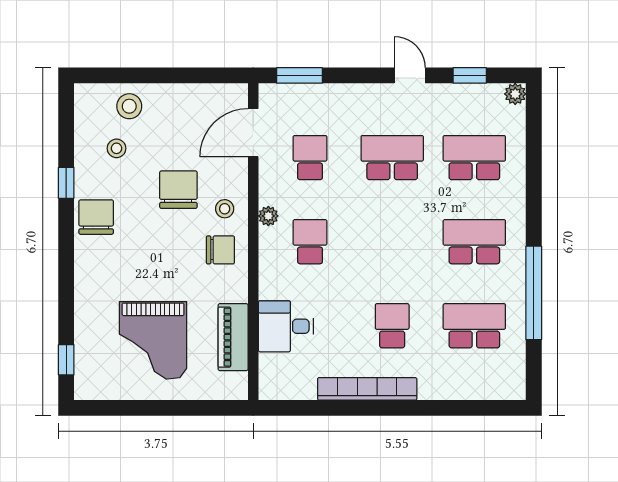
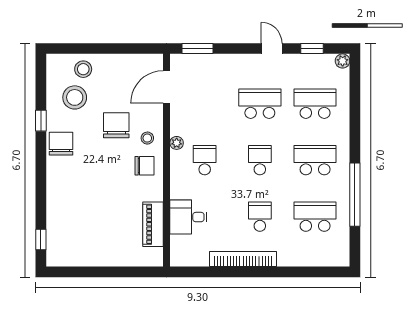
stool: (117, 148) -> (75, 97), width x1.89, depth x1.89
school desk: (310, 158) -> (260, 160), moved
grand piano: (153, 340) -> (99, 226), removed

